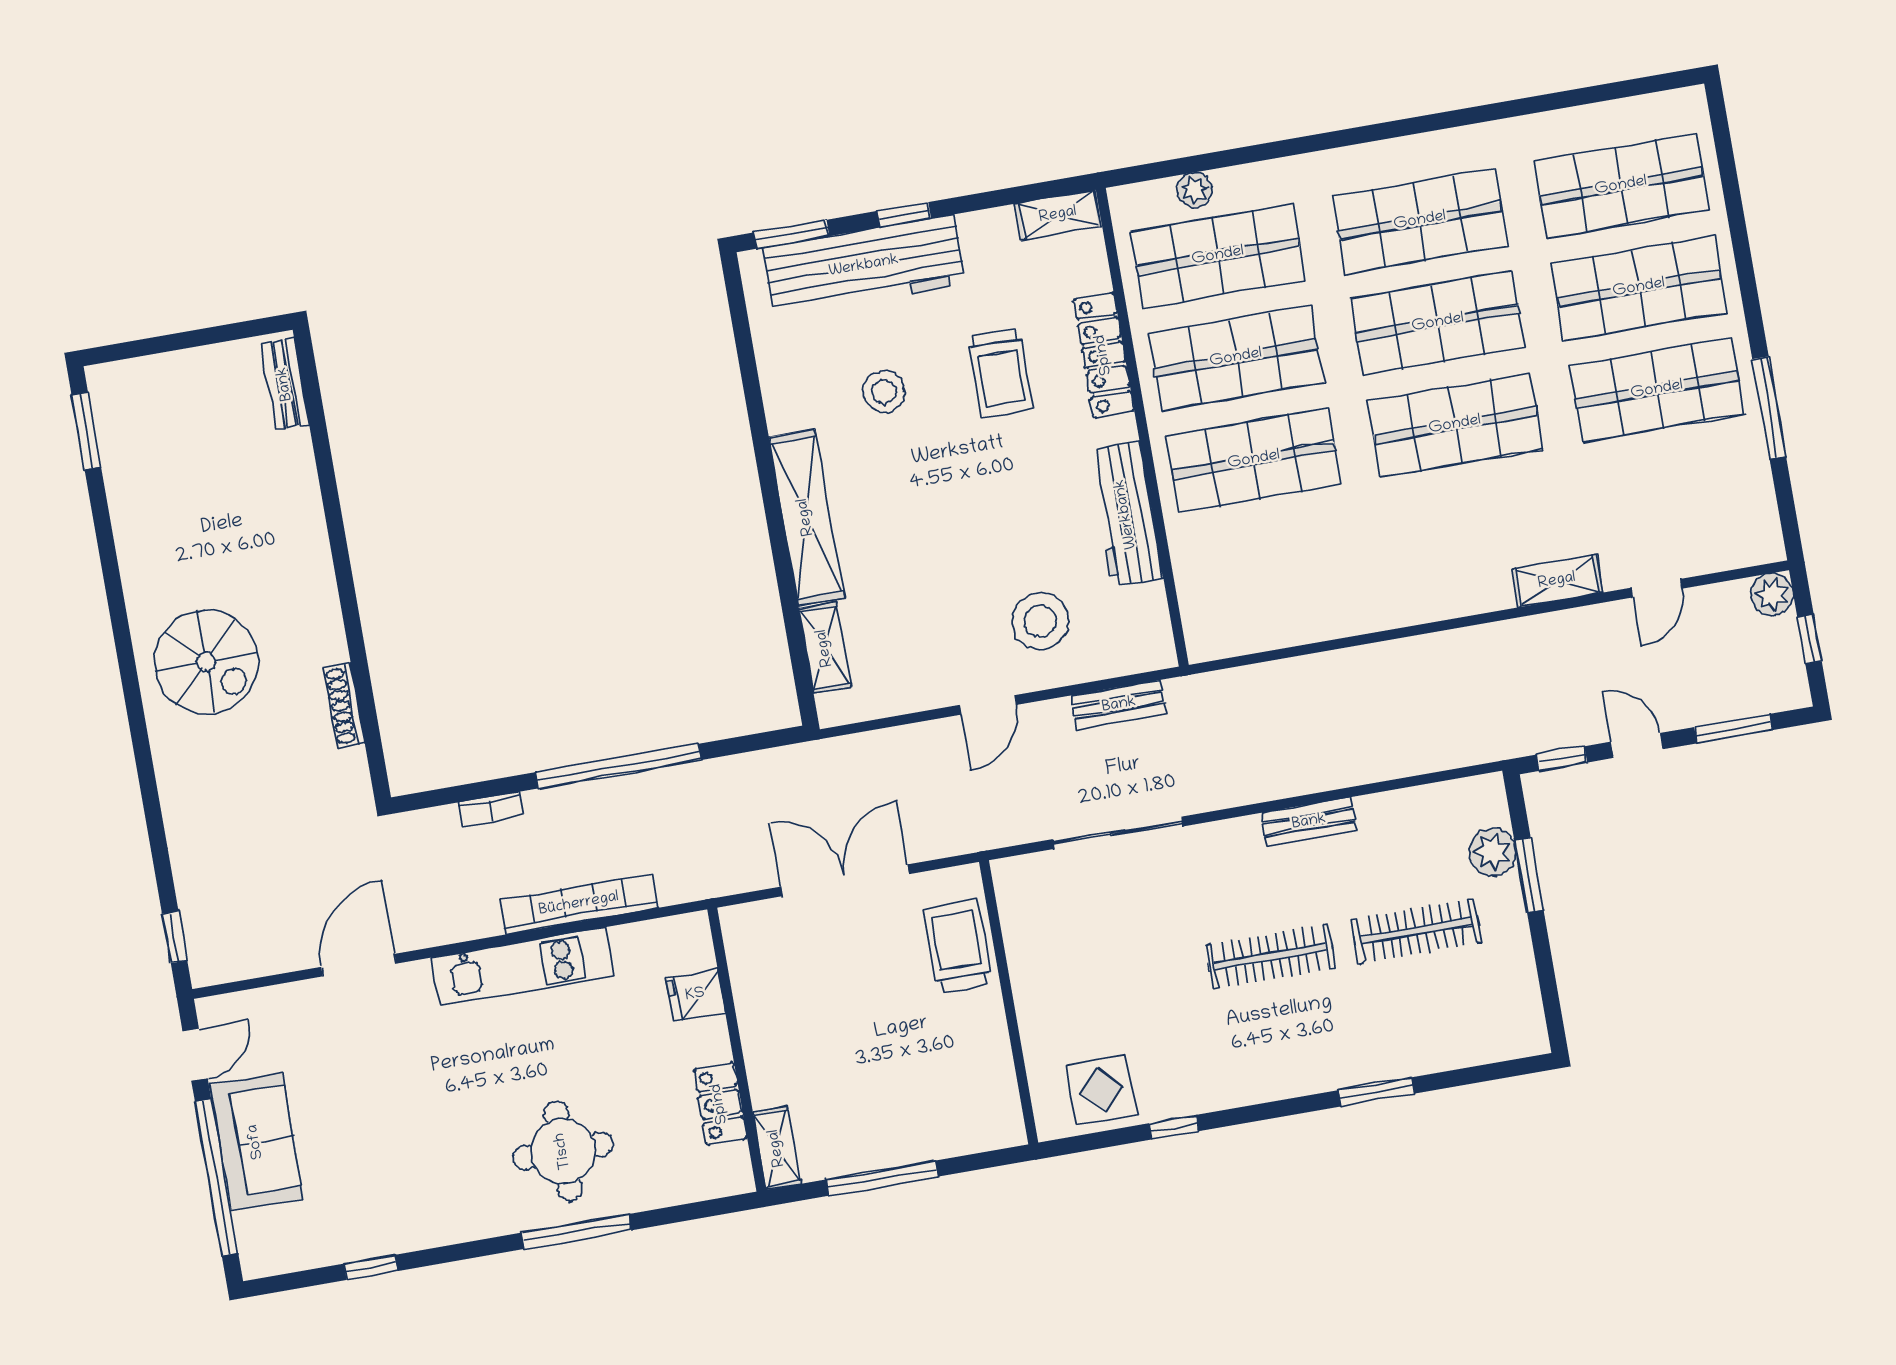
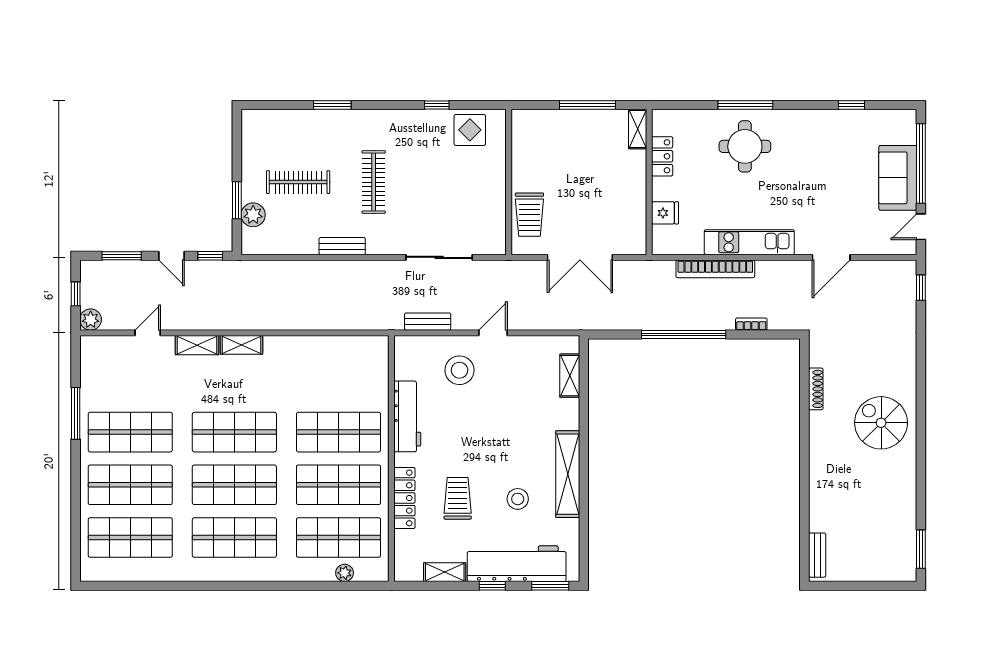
shelving: (1058, 215) -> (445, 572), moved
shelving: (806, 517) -> (568, 474), moved
shelving: (1471, 597) -> (241, 345), added
clothes rail: (1270, 957) -> (374, 182), turned 90

